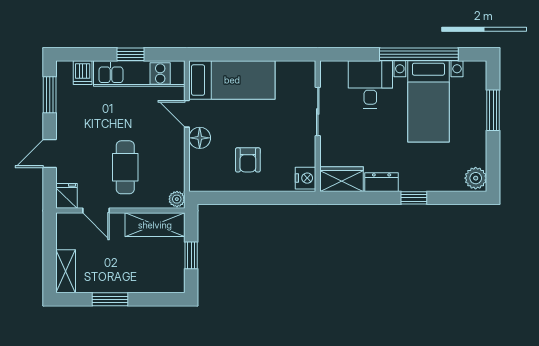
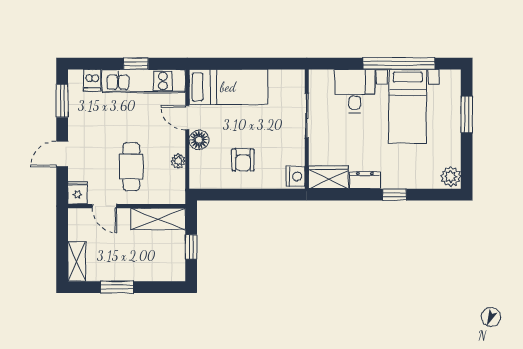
plant: (177, 199) -> (178, 161), moved

